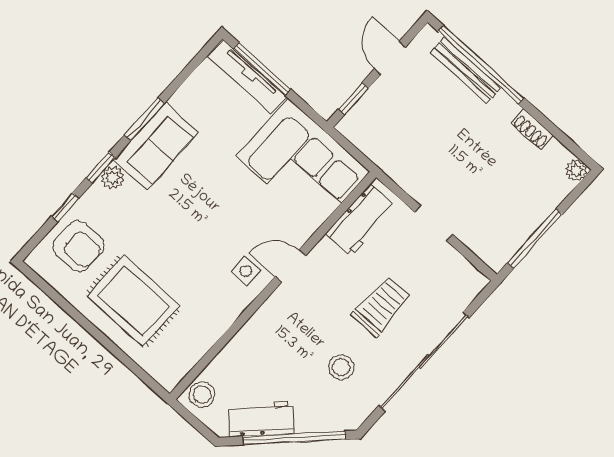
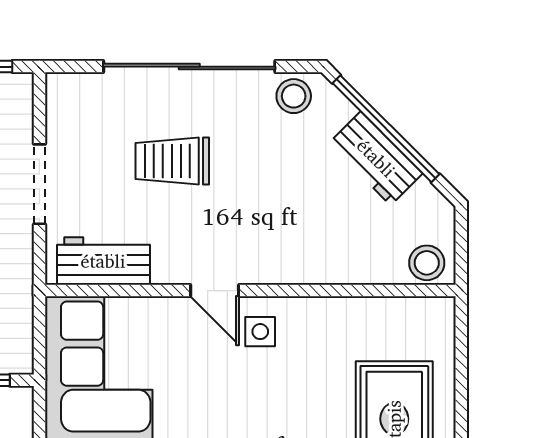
doorway: (433, 223) -> (39, 184), width x1.38
stool: (341, 367) -> (294, 96), moved
workbench: (261, 419) -> (376, 158), moved

